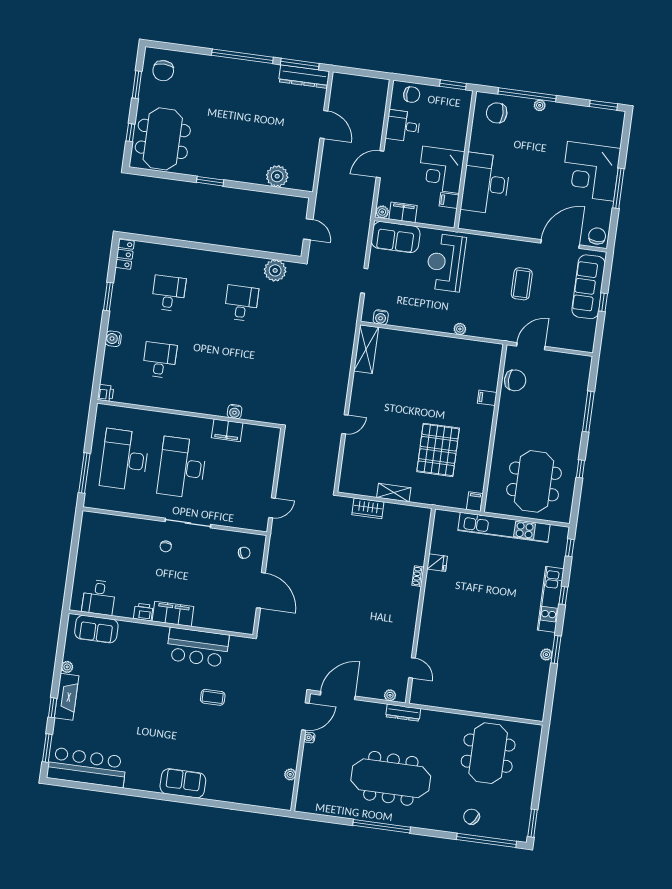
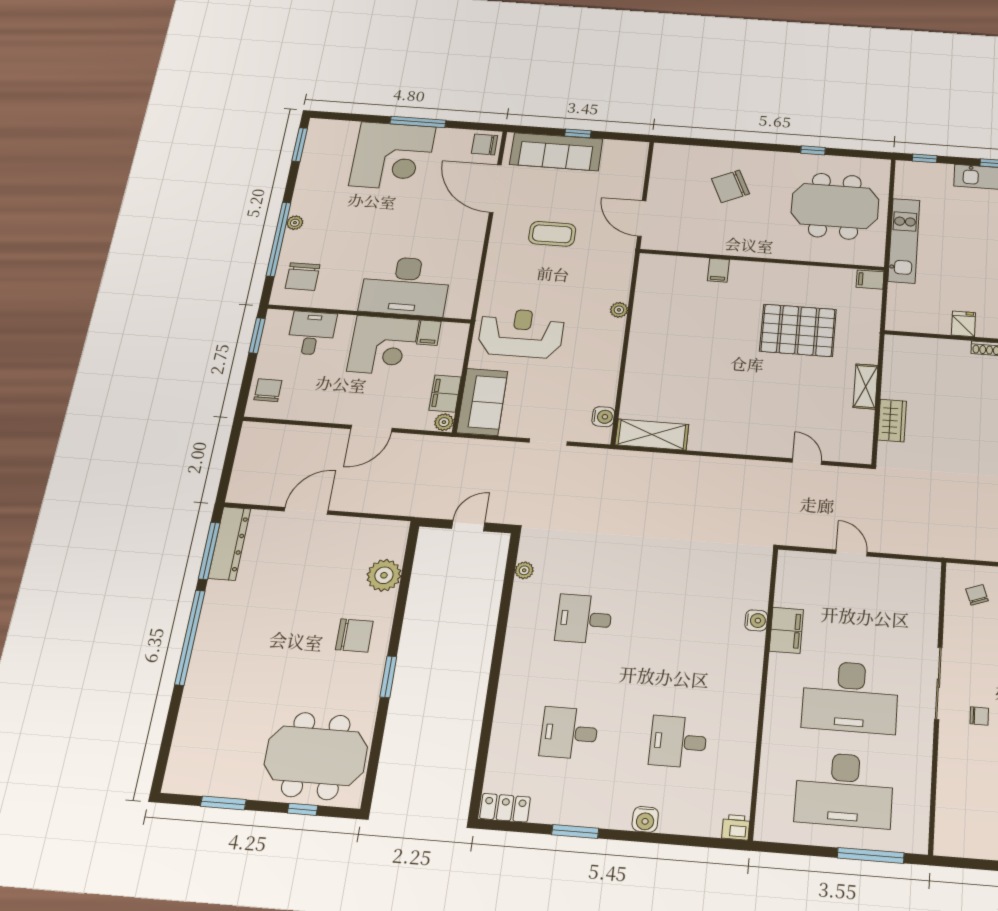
chair: (163, 71) -> (354, 635), moved
desk: (403, 126) -> (312, 333), moved, turned 180
door: (380, 164) -> (371, 429), hinge flipped
reception desk: (446, 263) -> (521, 333), turned 180
plant: (275, 270) -> (524, 570), width x0.53, depth x0.53
chair: (515, 380) -> (730, 186), moved, turned -115
window: (588, 412) -> (732, 144), removed
door: (345, 424) -> (807, 462), moved
door: (272, 508) -> (852, 553), moved
kitchen unit: (504, 527) -> (904, 241), width x0.73

